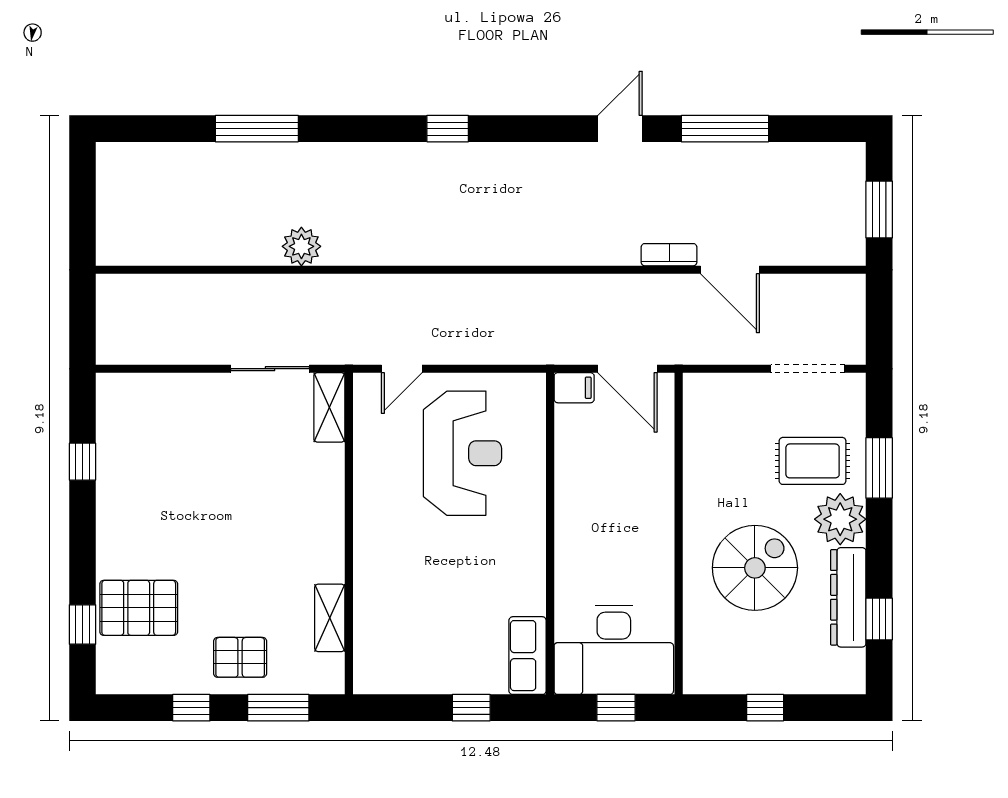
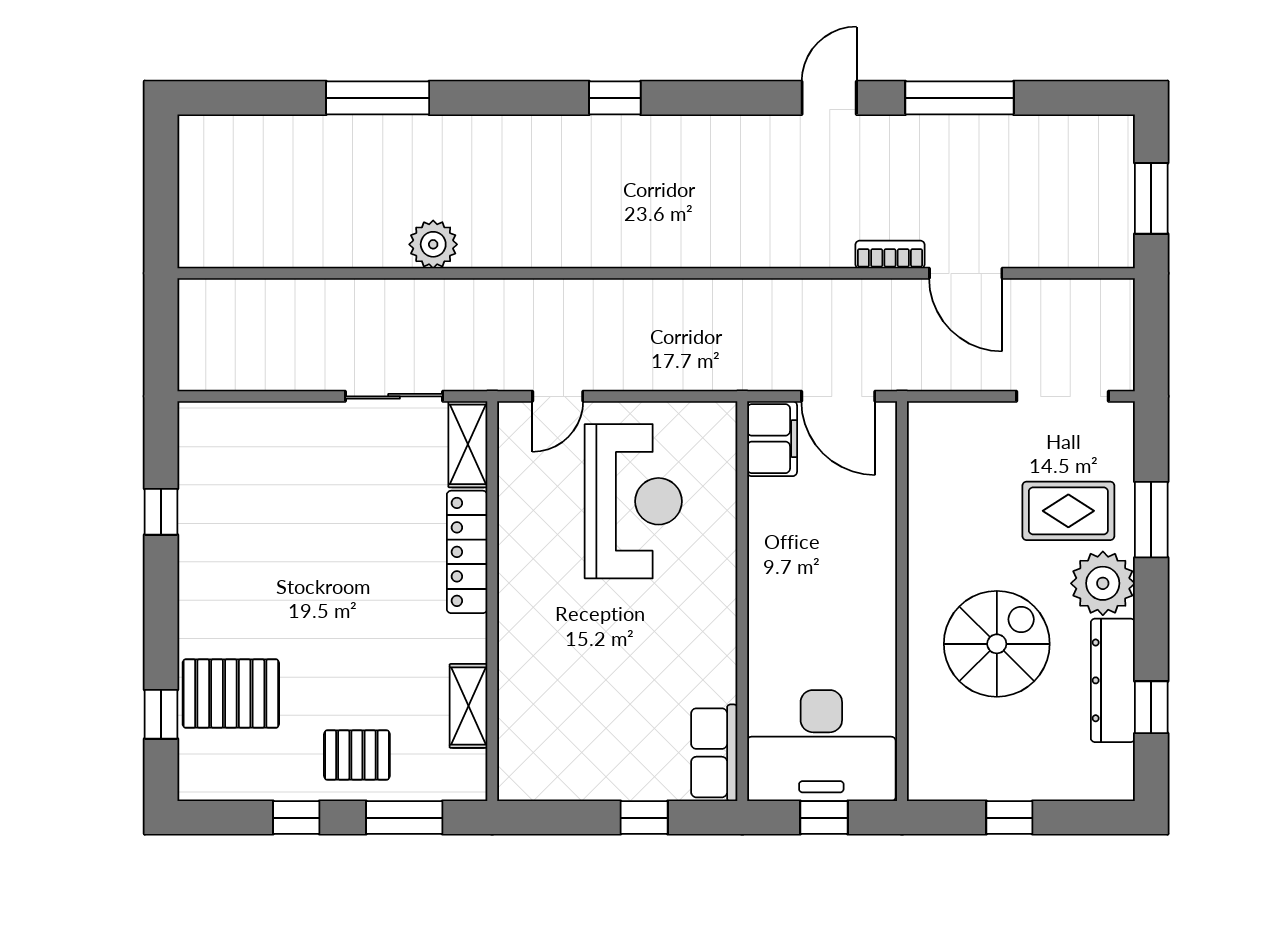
filing cabinet: (574, 388) -> (772, 439), width x2.00
locker: (329, 494) -> (467, 552), added

